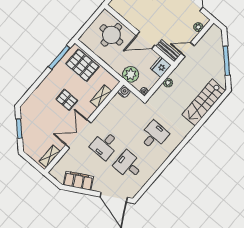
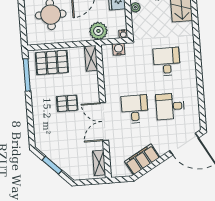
water cooler: (124, 92) -> (119, 49), moved
shelving: (101, 96) -> (91, 58), moved
desk: (105, 145) -> (135, 109), turned 180

